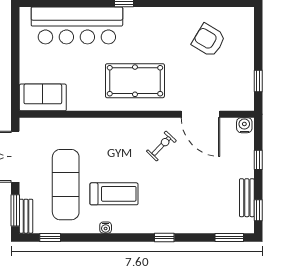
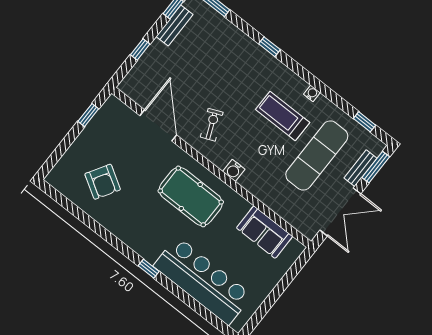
sofa: (43, 97) -> (265, 232), moved
water cooler: (244, 125) -> (234, 170), moved
exercise bike: (161, 146) -> (212, 125), turned 113
bench: (26, 216) -> (361, 168), moved

